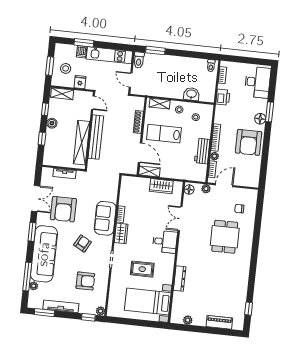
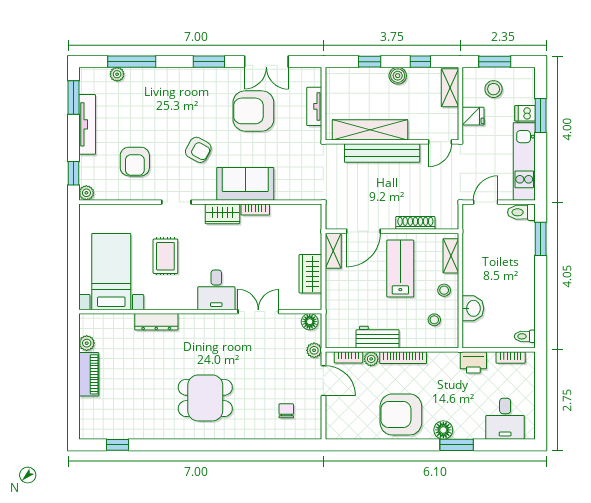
desk: (257, 82) -> (505, 419), width x0.73
dining table: (225, 237) -> (205, 398), moved
sofa: (44, 254) -> (174, 86), removed
piano: (219, 322) -> (89, 374), moved

